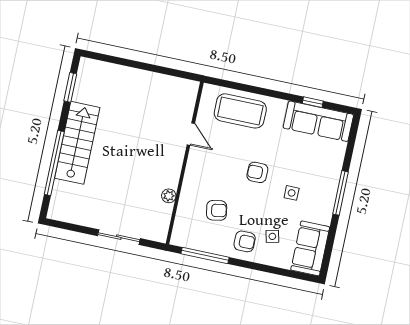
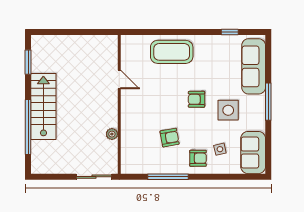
sofa: (318, 121) -> (254, 66), moved, turned 90
door: (191, 134) -> (119, 79), moved
wall: (185, 163) -> (119, 104), moved
side table: (292, 193) -> (228, 110), width x1.87, depth x1.87
plant: (169, 196) -> (112, 134), moved

